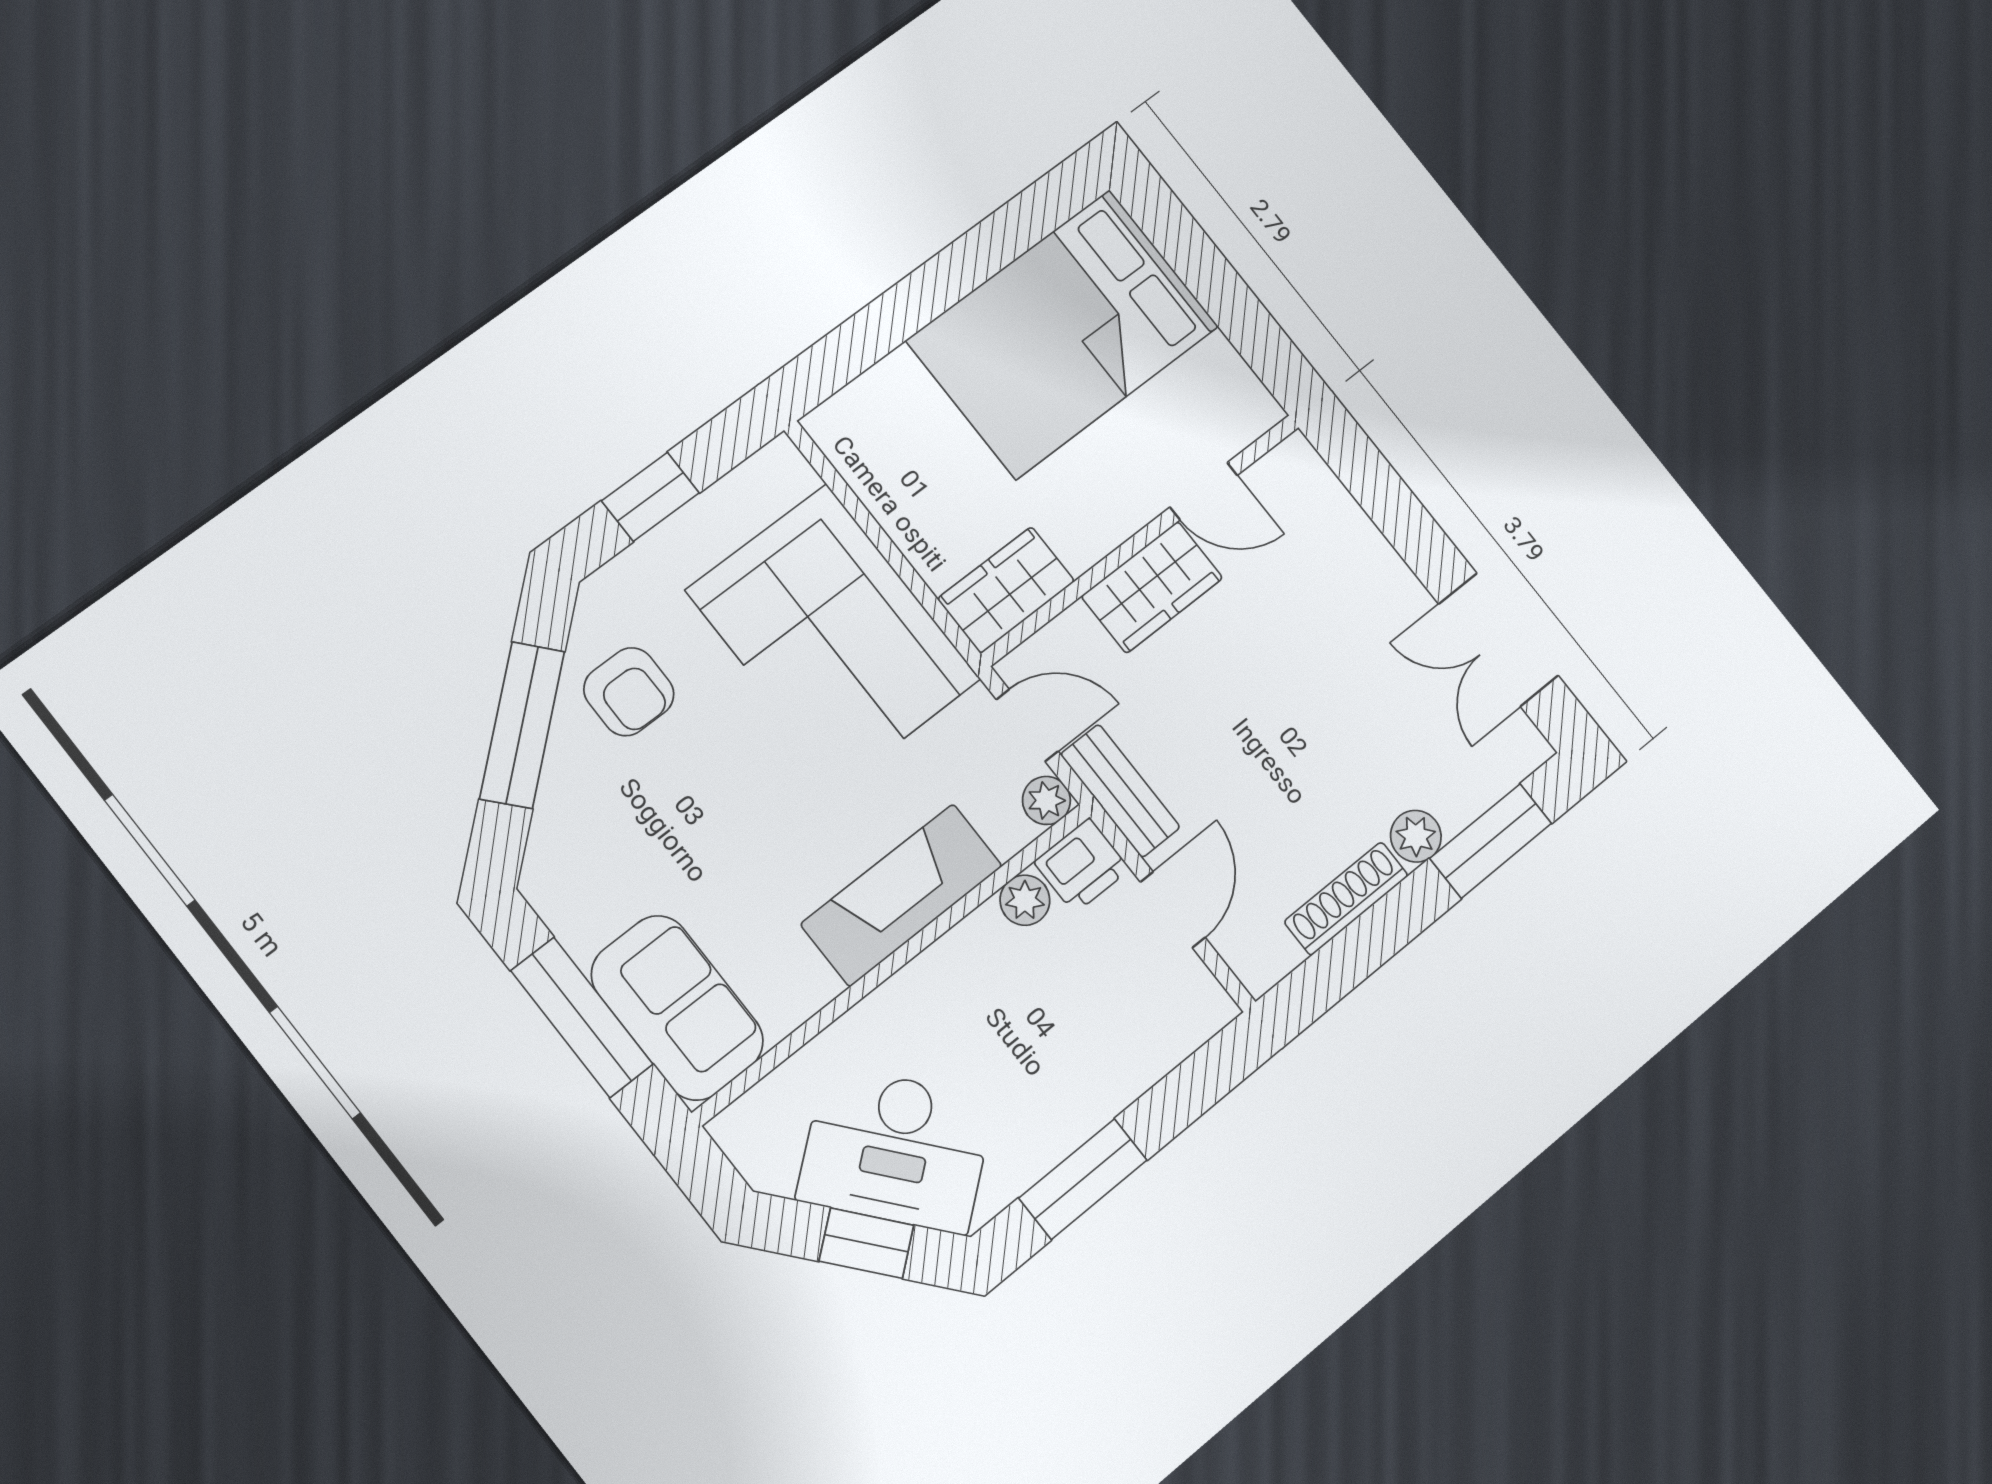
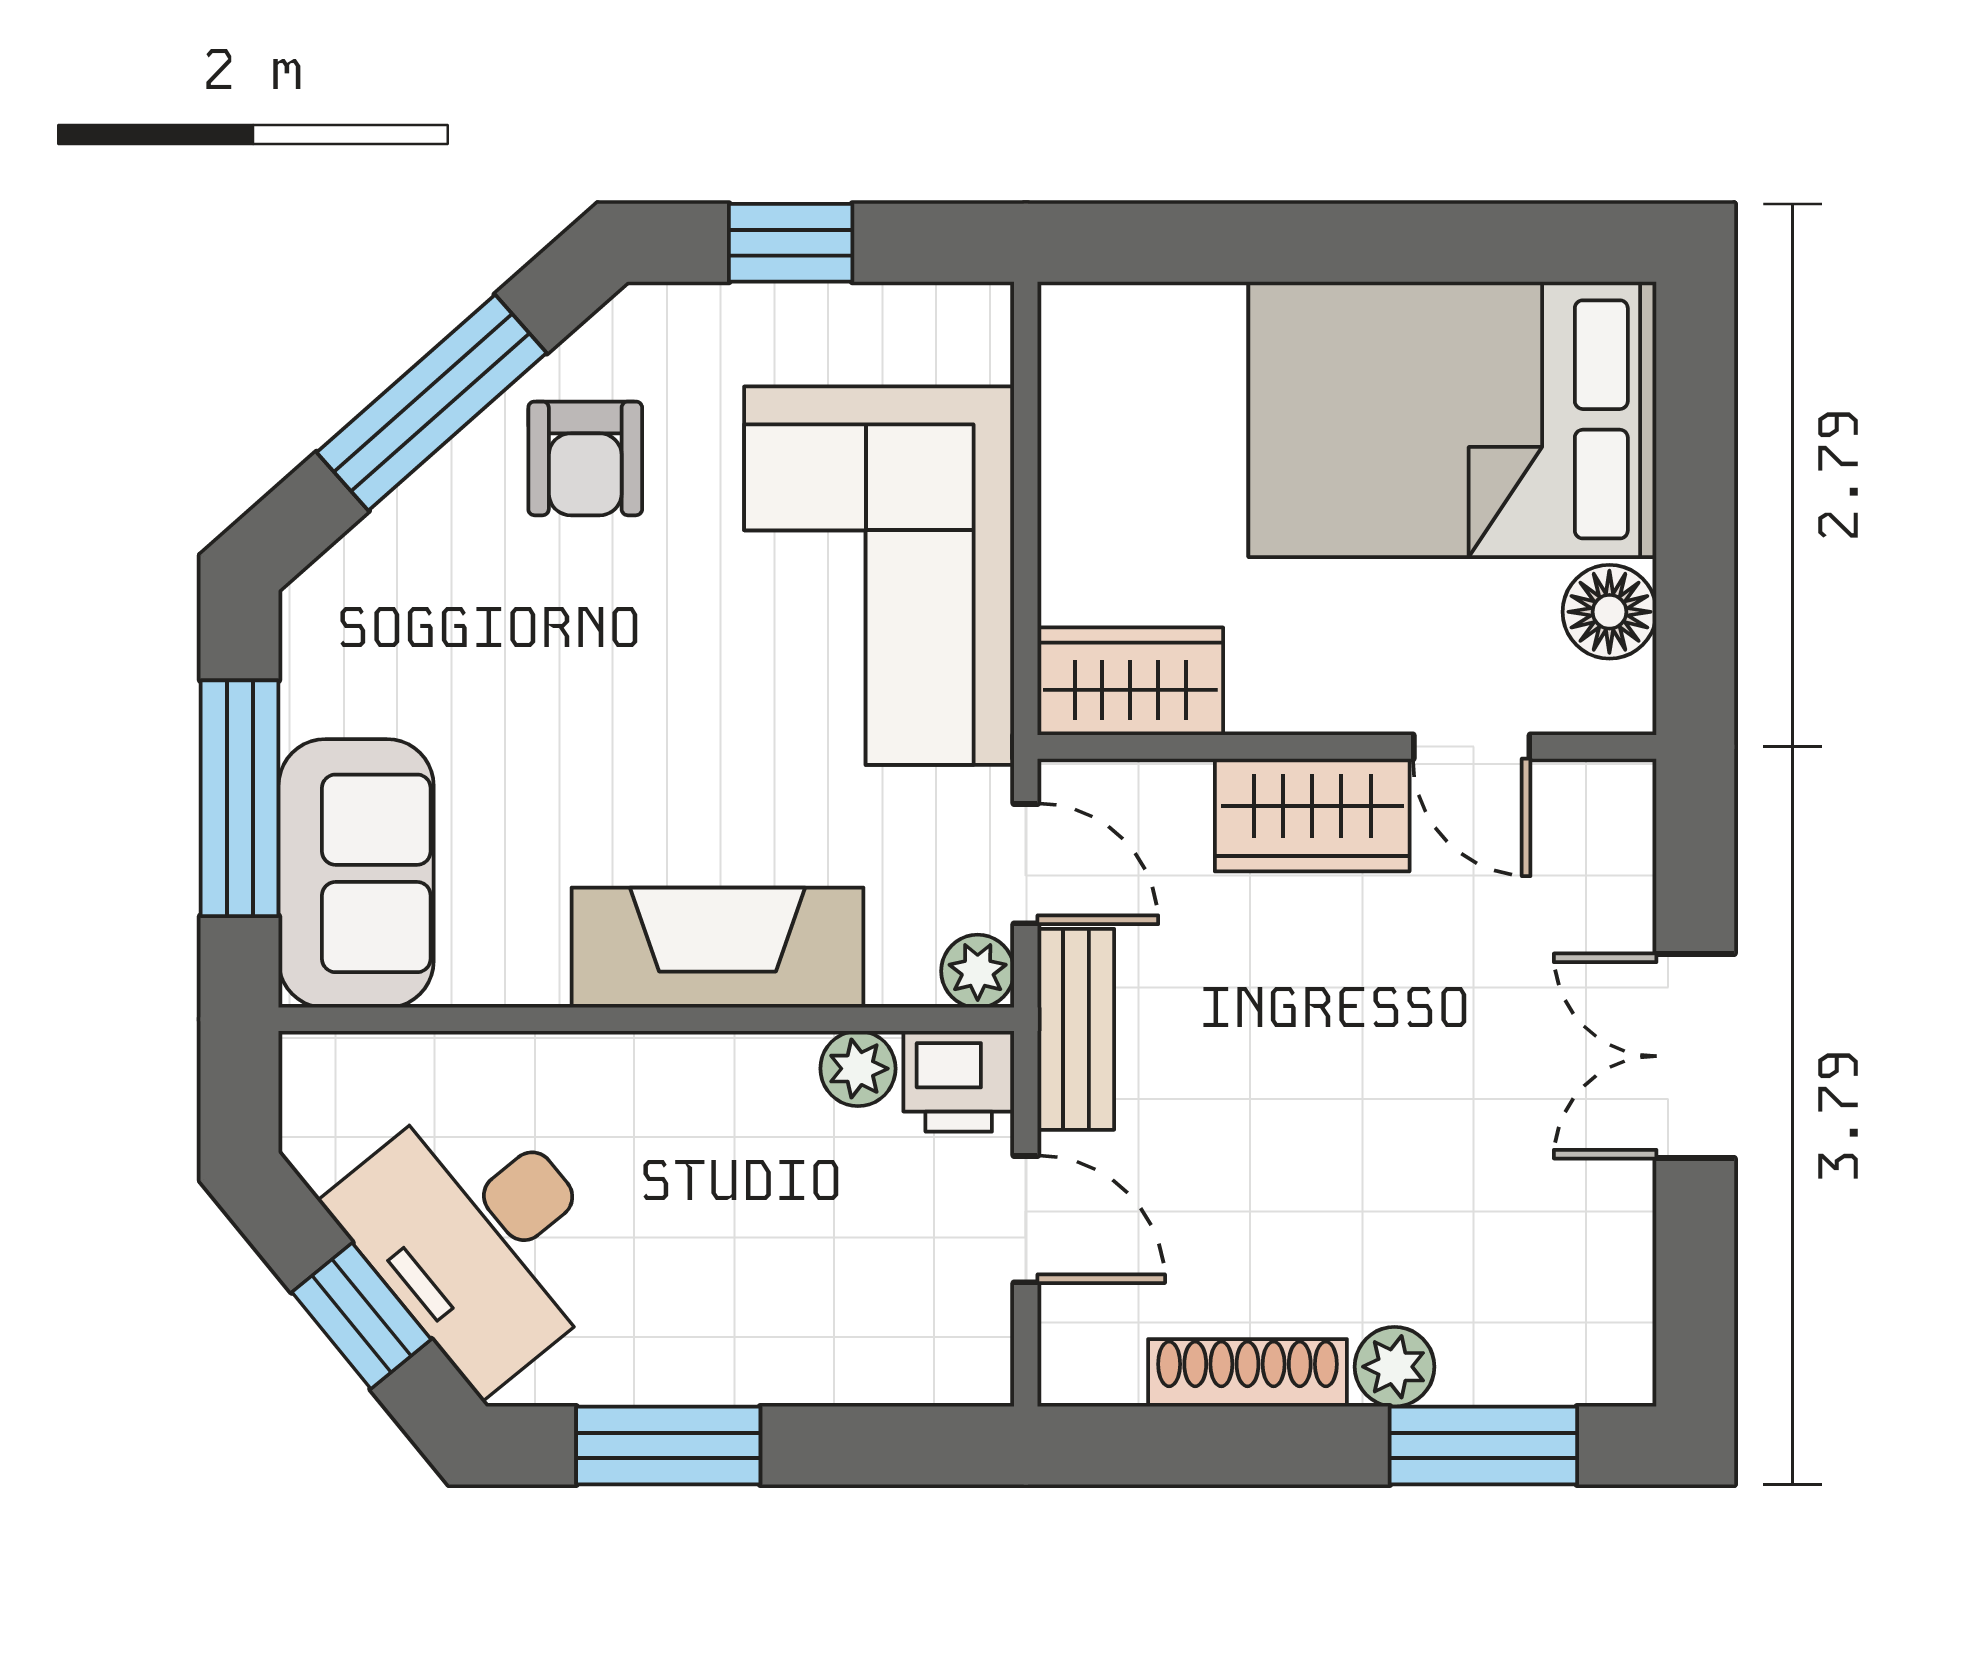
floor lamp: (1217, 371) -> (1609, 612), added
double door: (1498, 640) -> (1695, 1056), moved
door: (1173, 910) -> (1026, 1219), hinge flipped

